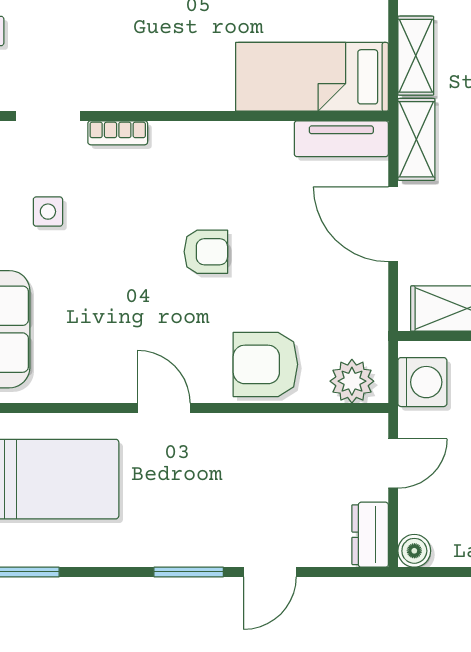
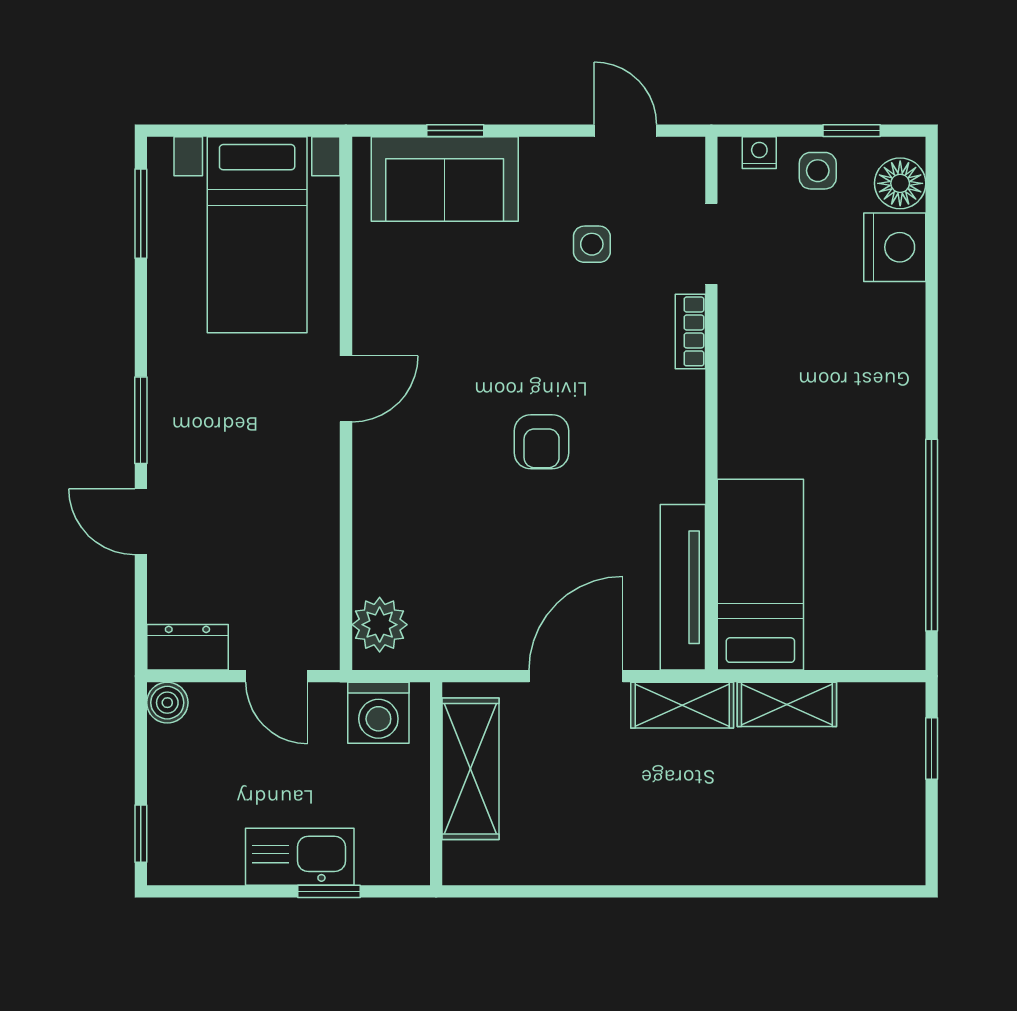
tv unit: (341, 139) -> (683, 587), width x1.41
armchair: (265, 364) -> (401, 516), removed

